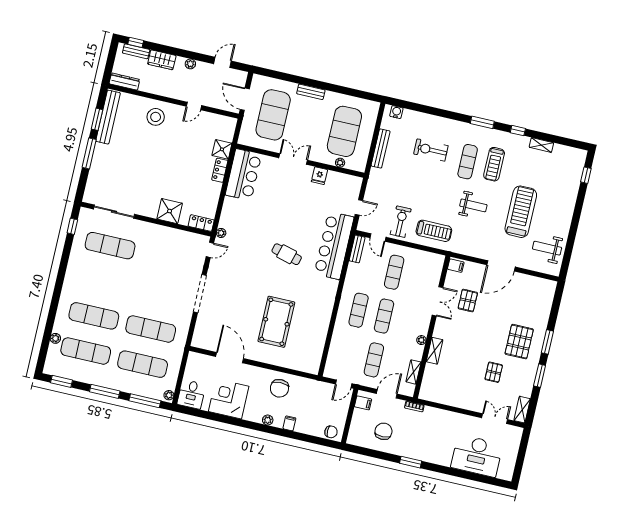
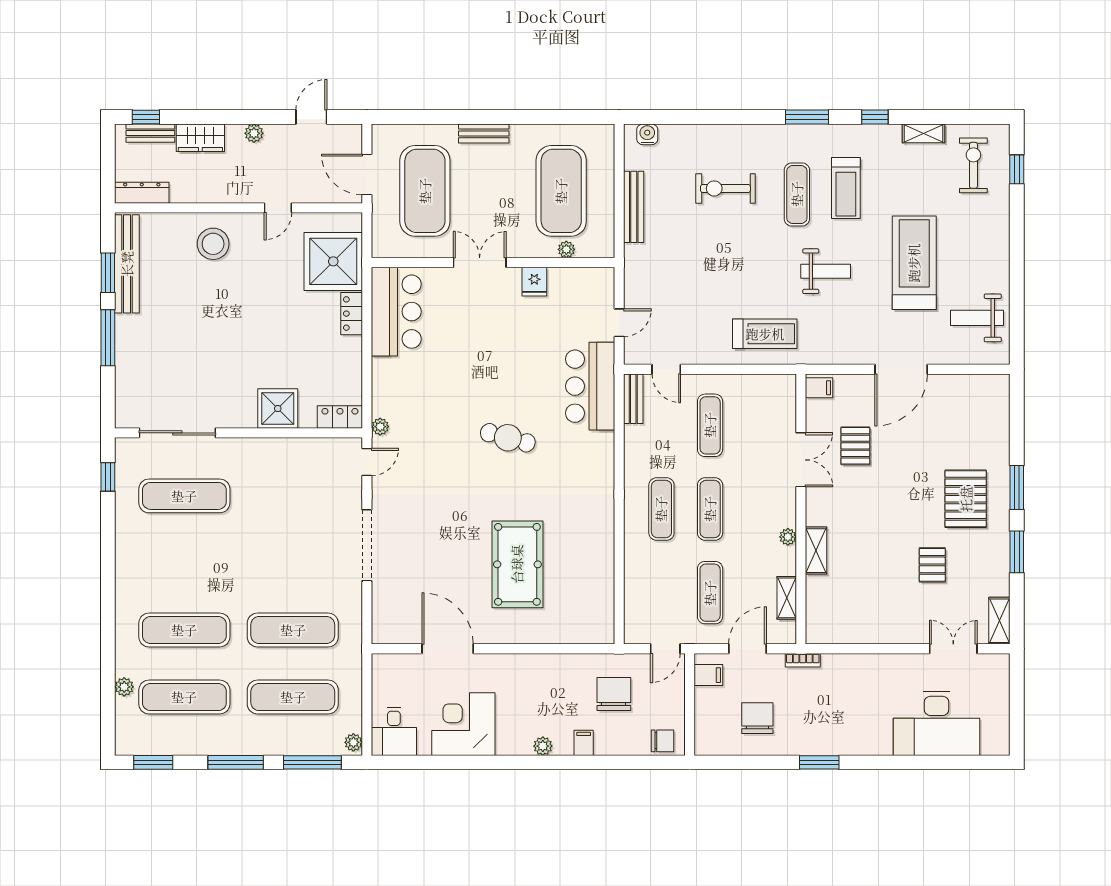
shower: (222, 149) -> (333, 261), width x1.86, depth x1.86
exercise bike: (401, 222) -> (973, 165), moved
bar counter: (334, 246) -> (590, 386), width x0.73
chair: (279, 388) -> (614, 694), moved, turned 180

